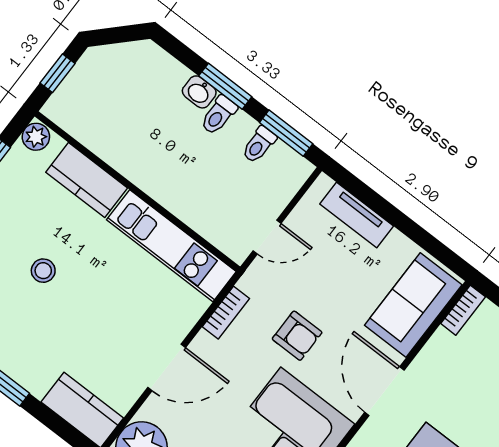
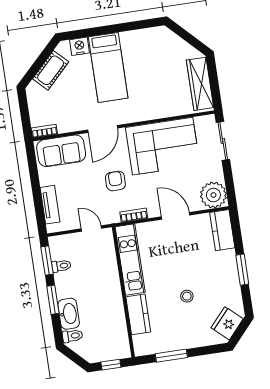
washbasin: (199, 92) -> (69, 314), width x1.91, depth x1.45
toilet: (219, 115) -> (73, 336), moved
plant: (36, 137) -> (142, 349), removed

